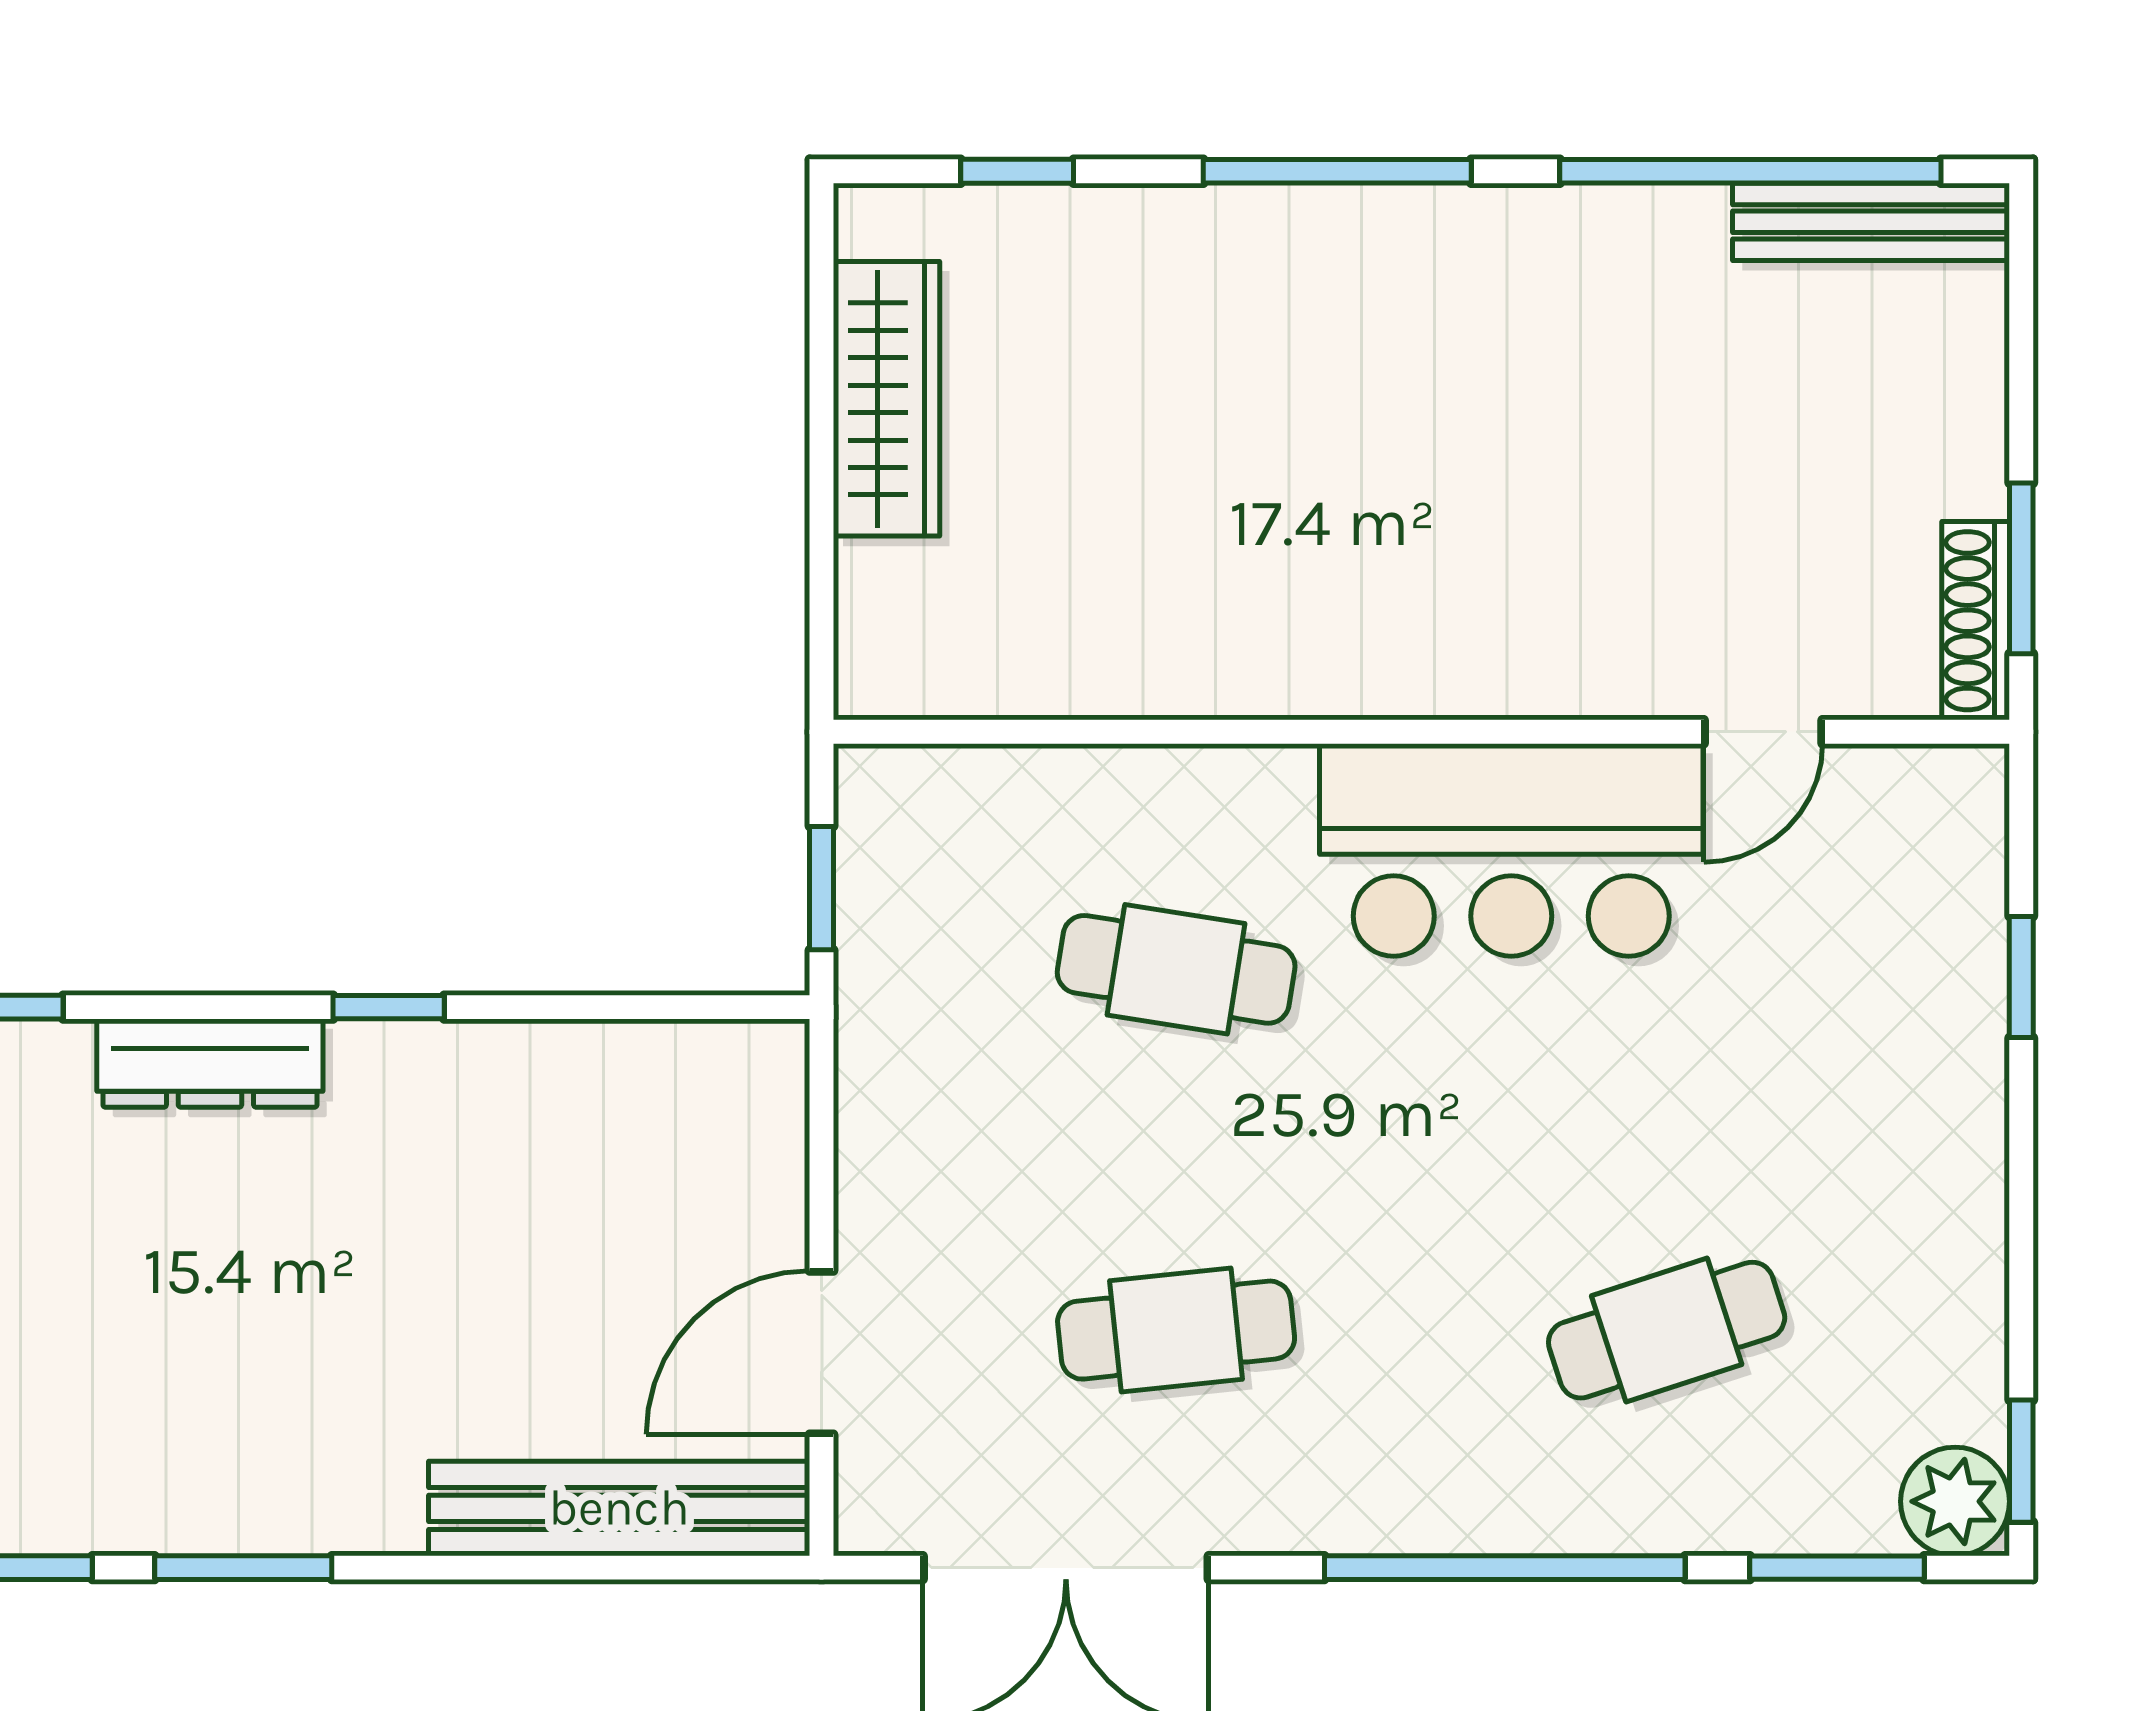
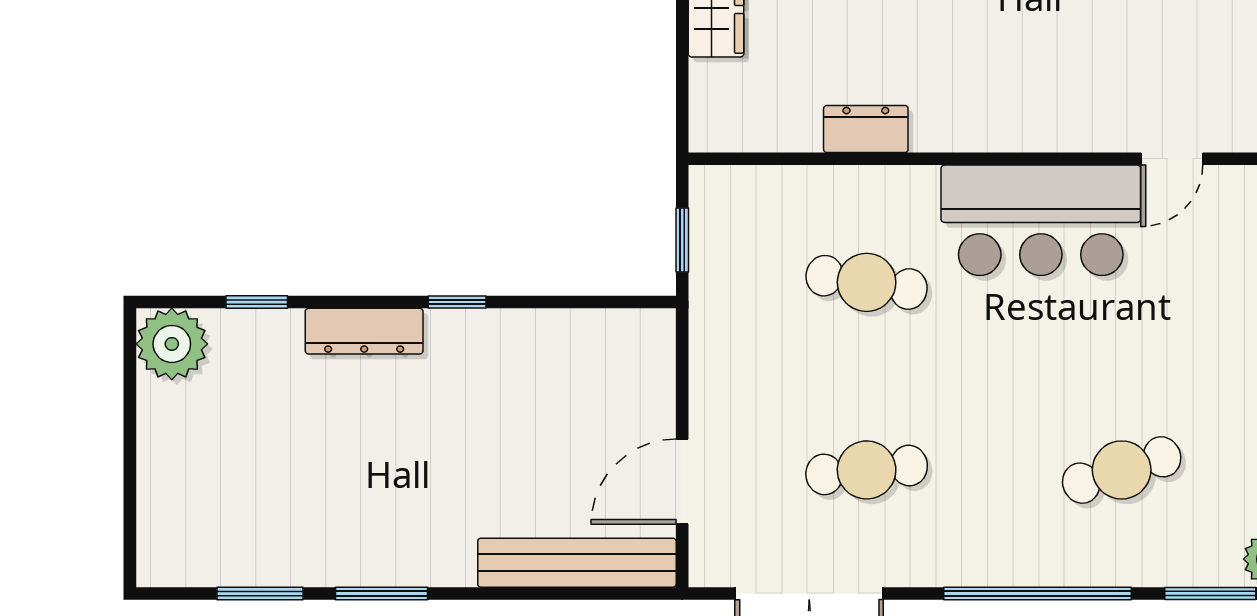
dresser: (1175, 674) -> (866, 129), added

